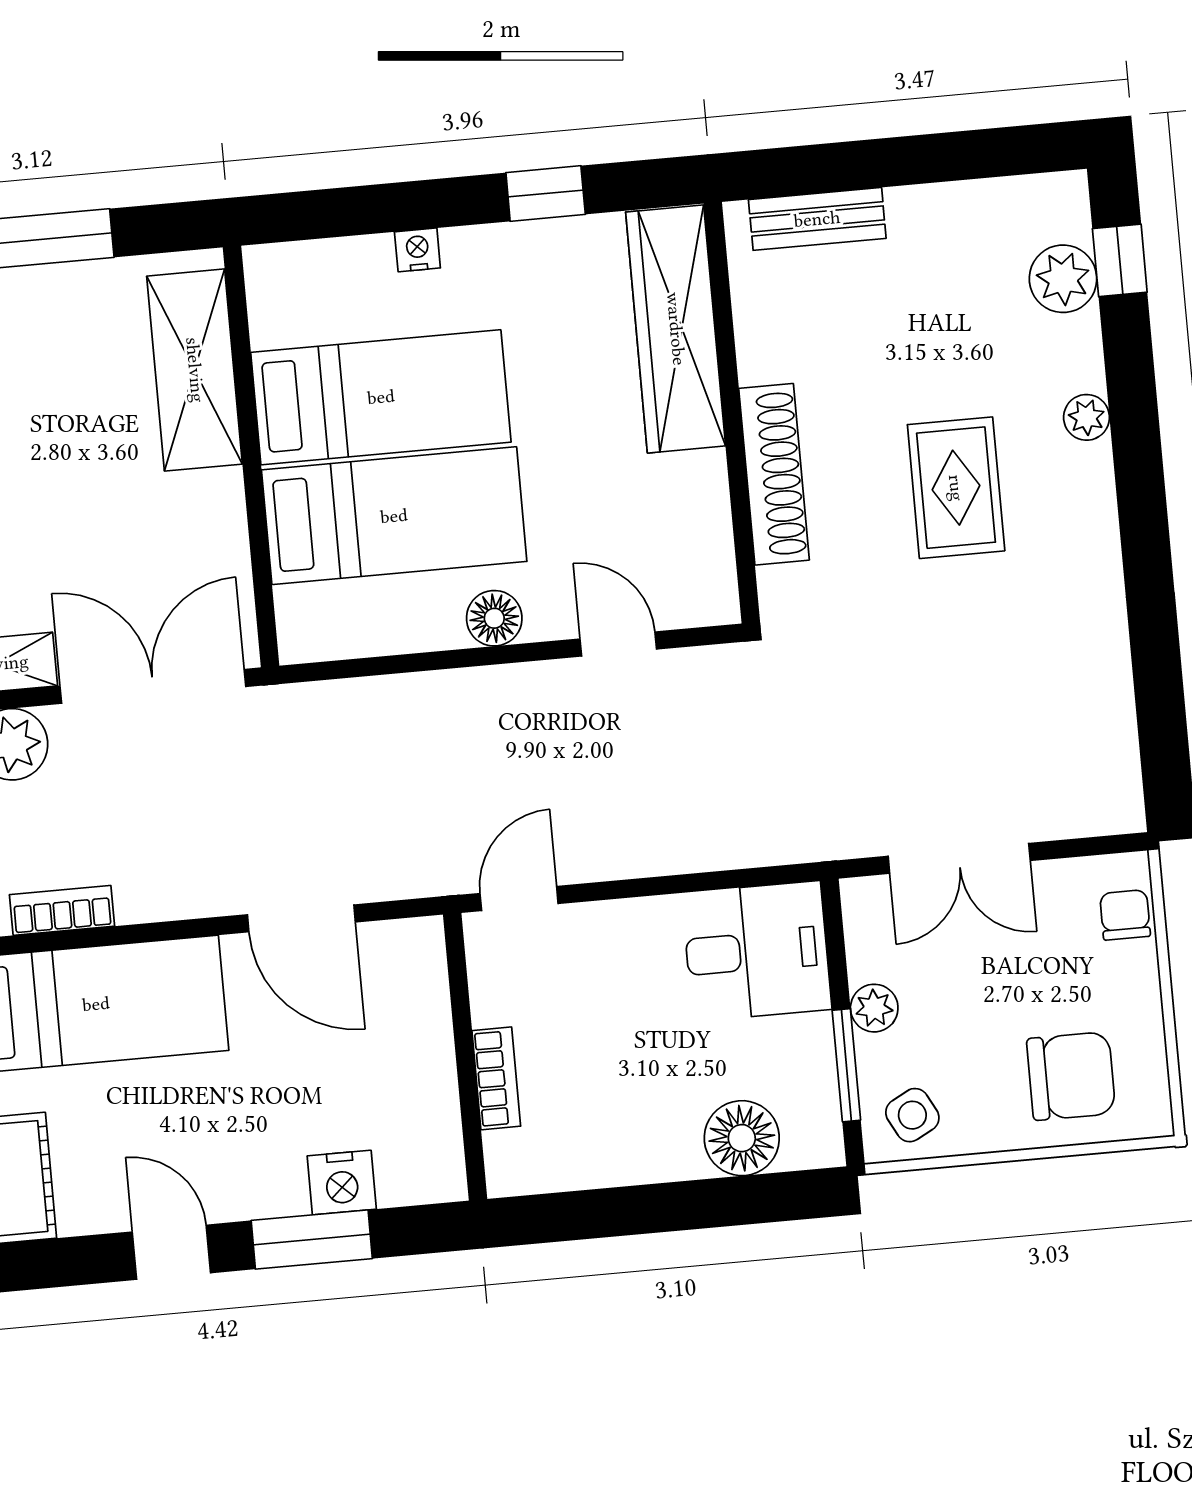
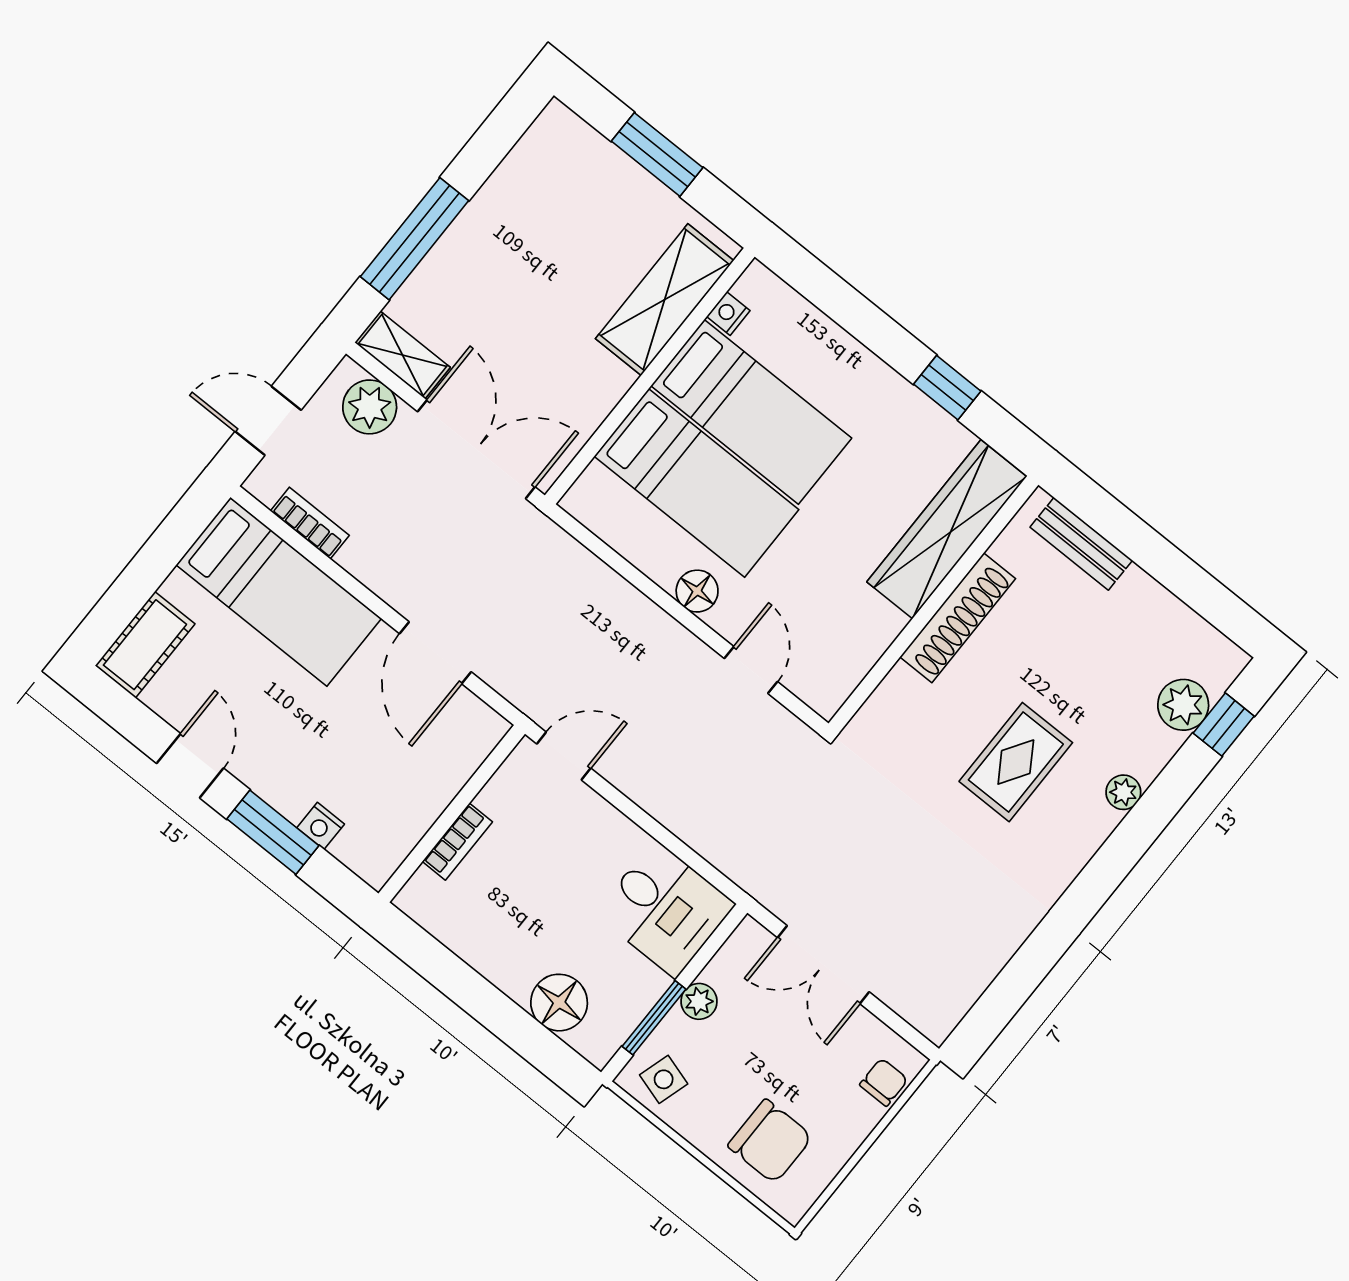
nightstand: (417, 250) -> (728, 314), moved, turned -90
shoe rack: (774, 474) -> (958, 618), moved
side table: (912, 1115) -> (664, 1079), turned 45
nightstand: (342, 1183) -> (321, 826), width x0.72, depth x0.74

